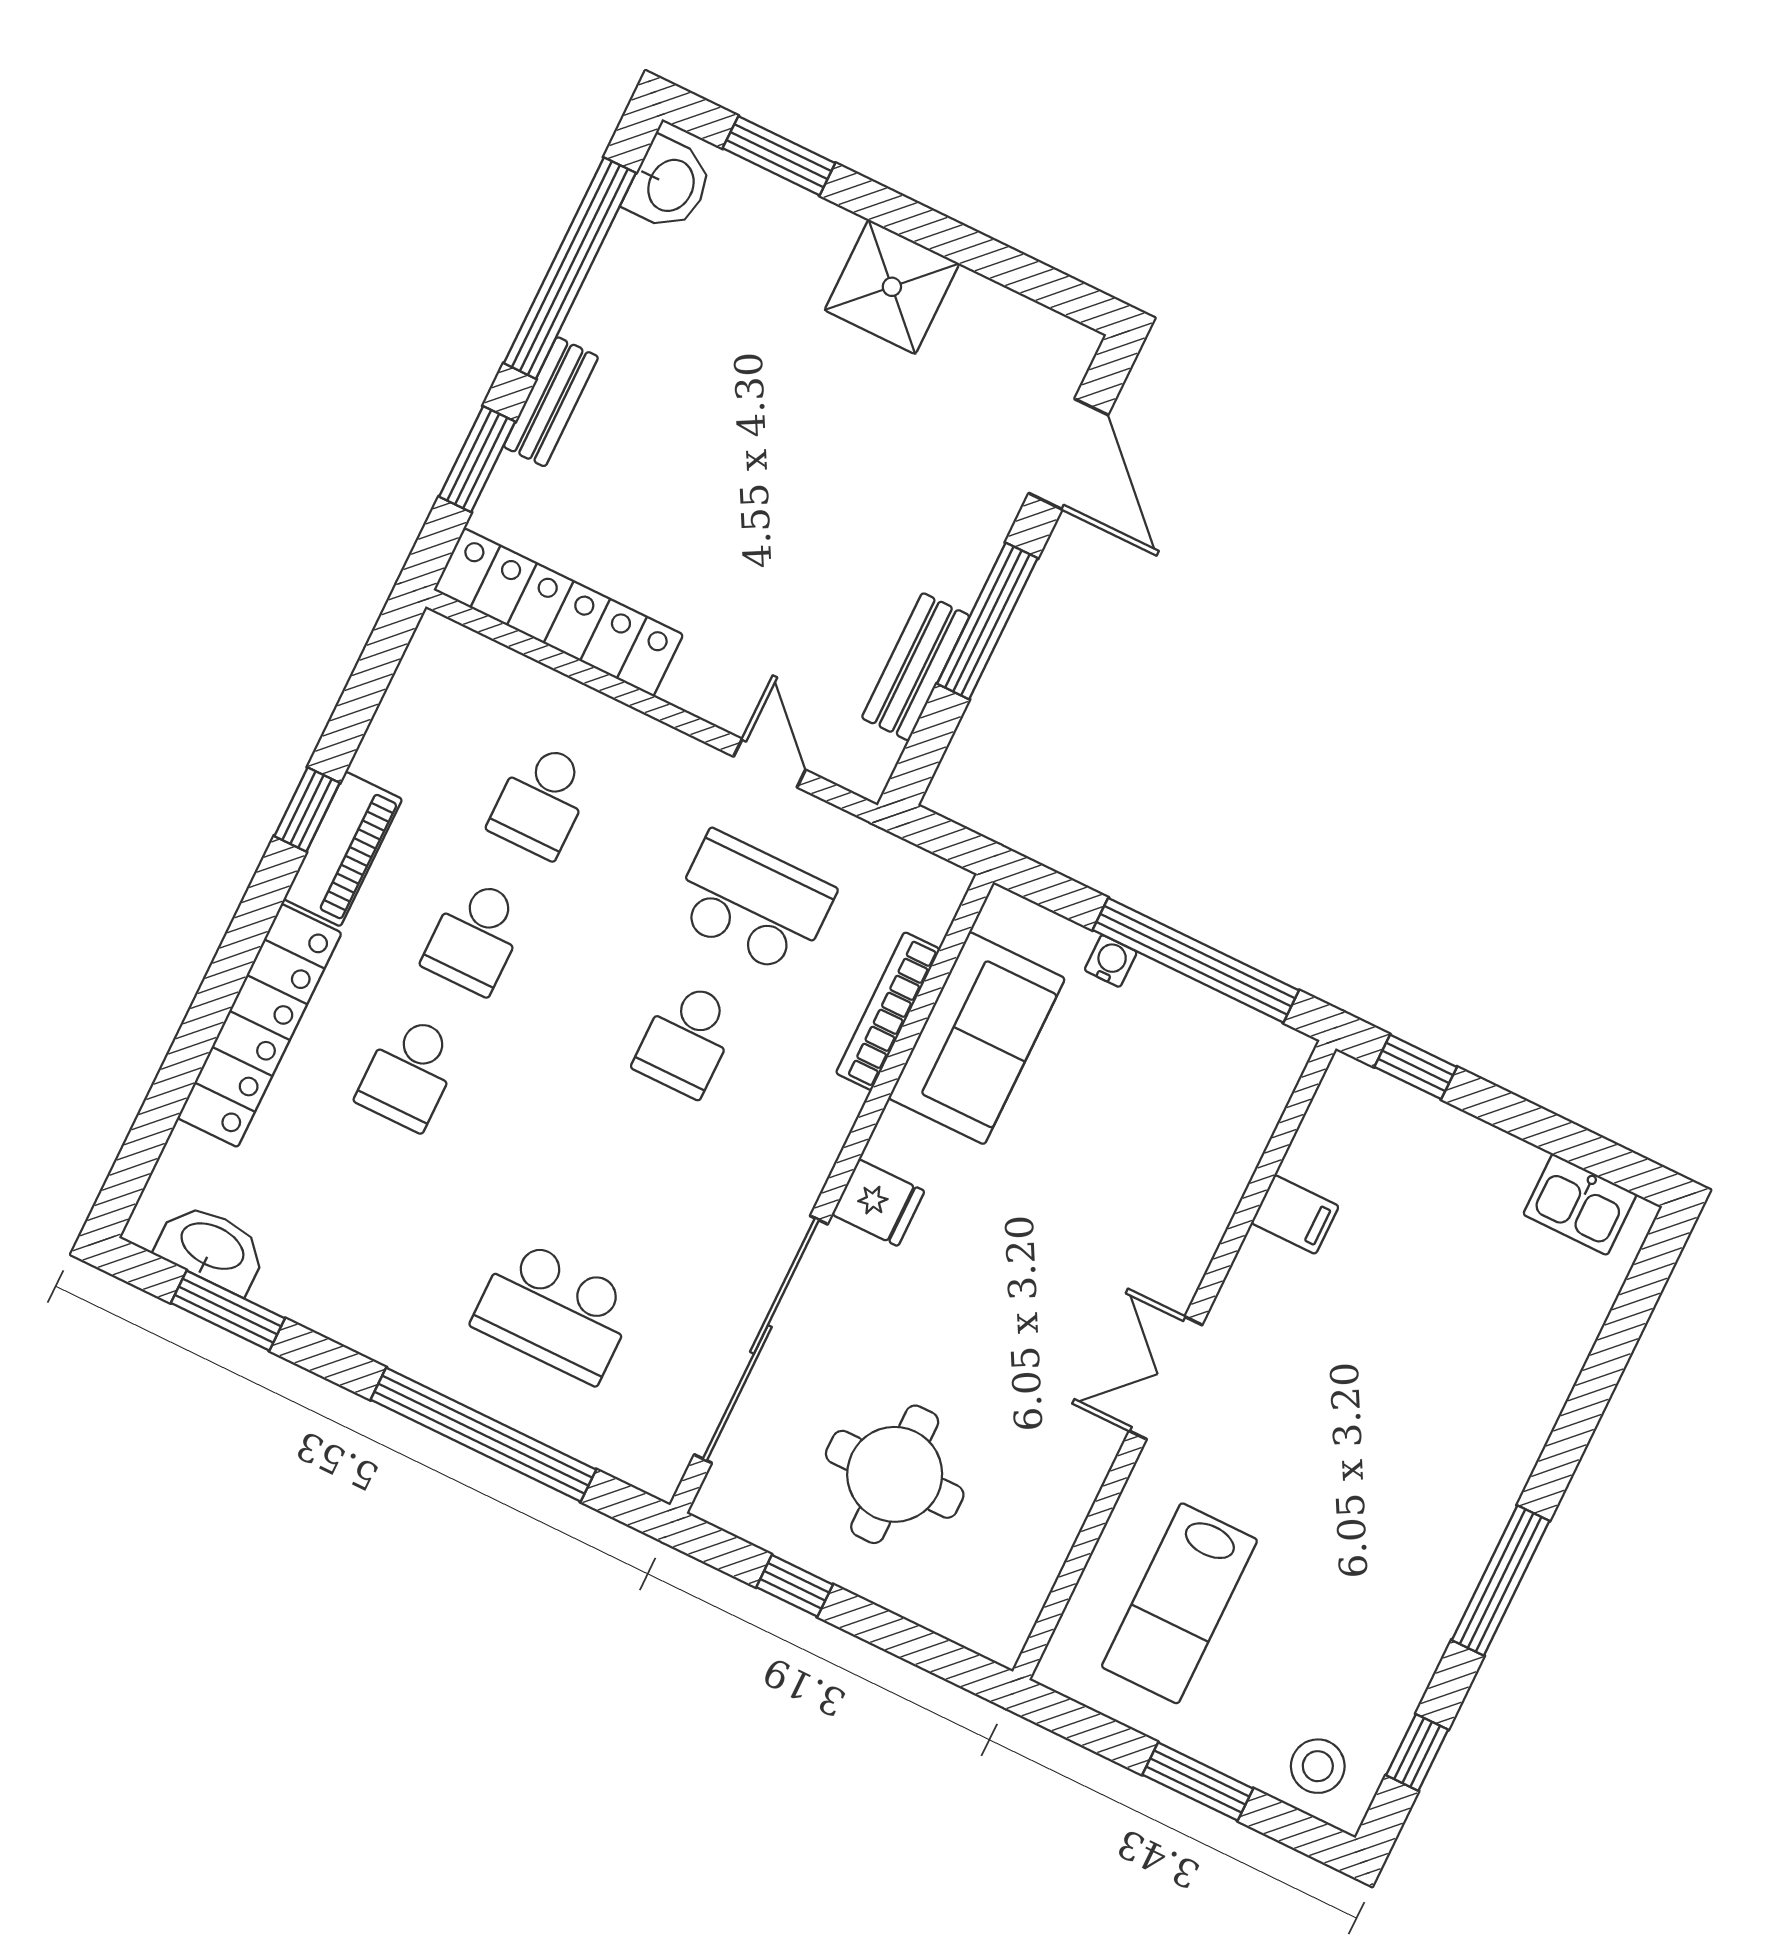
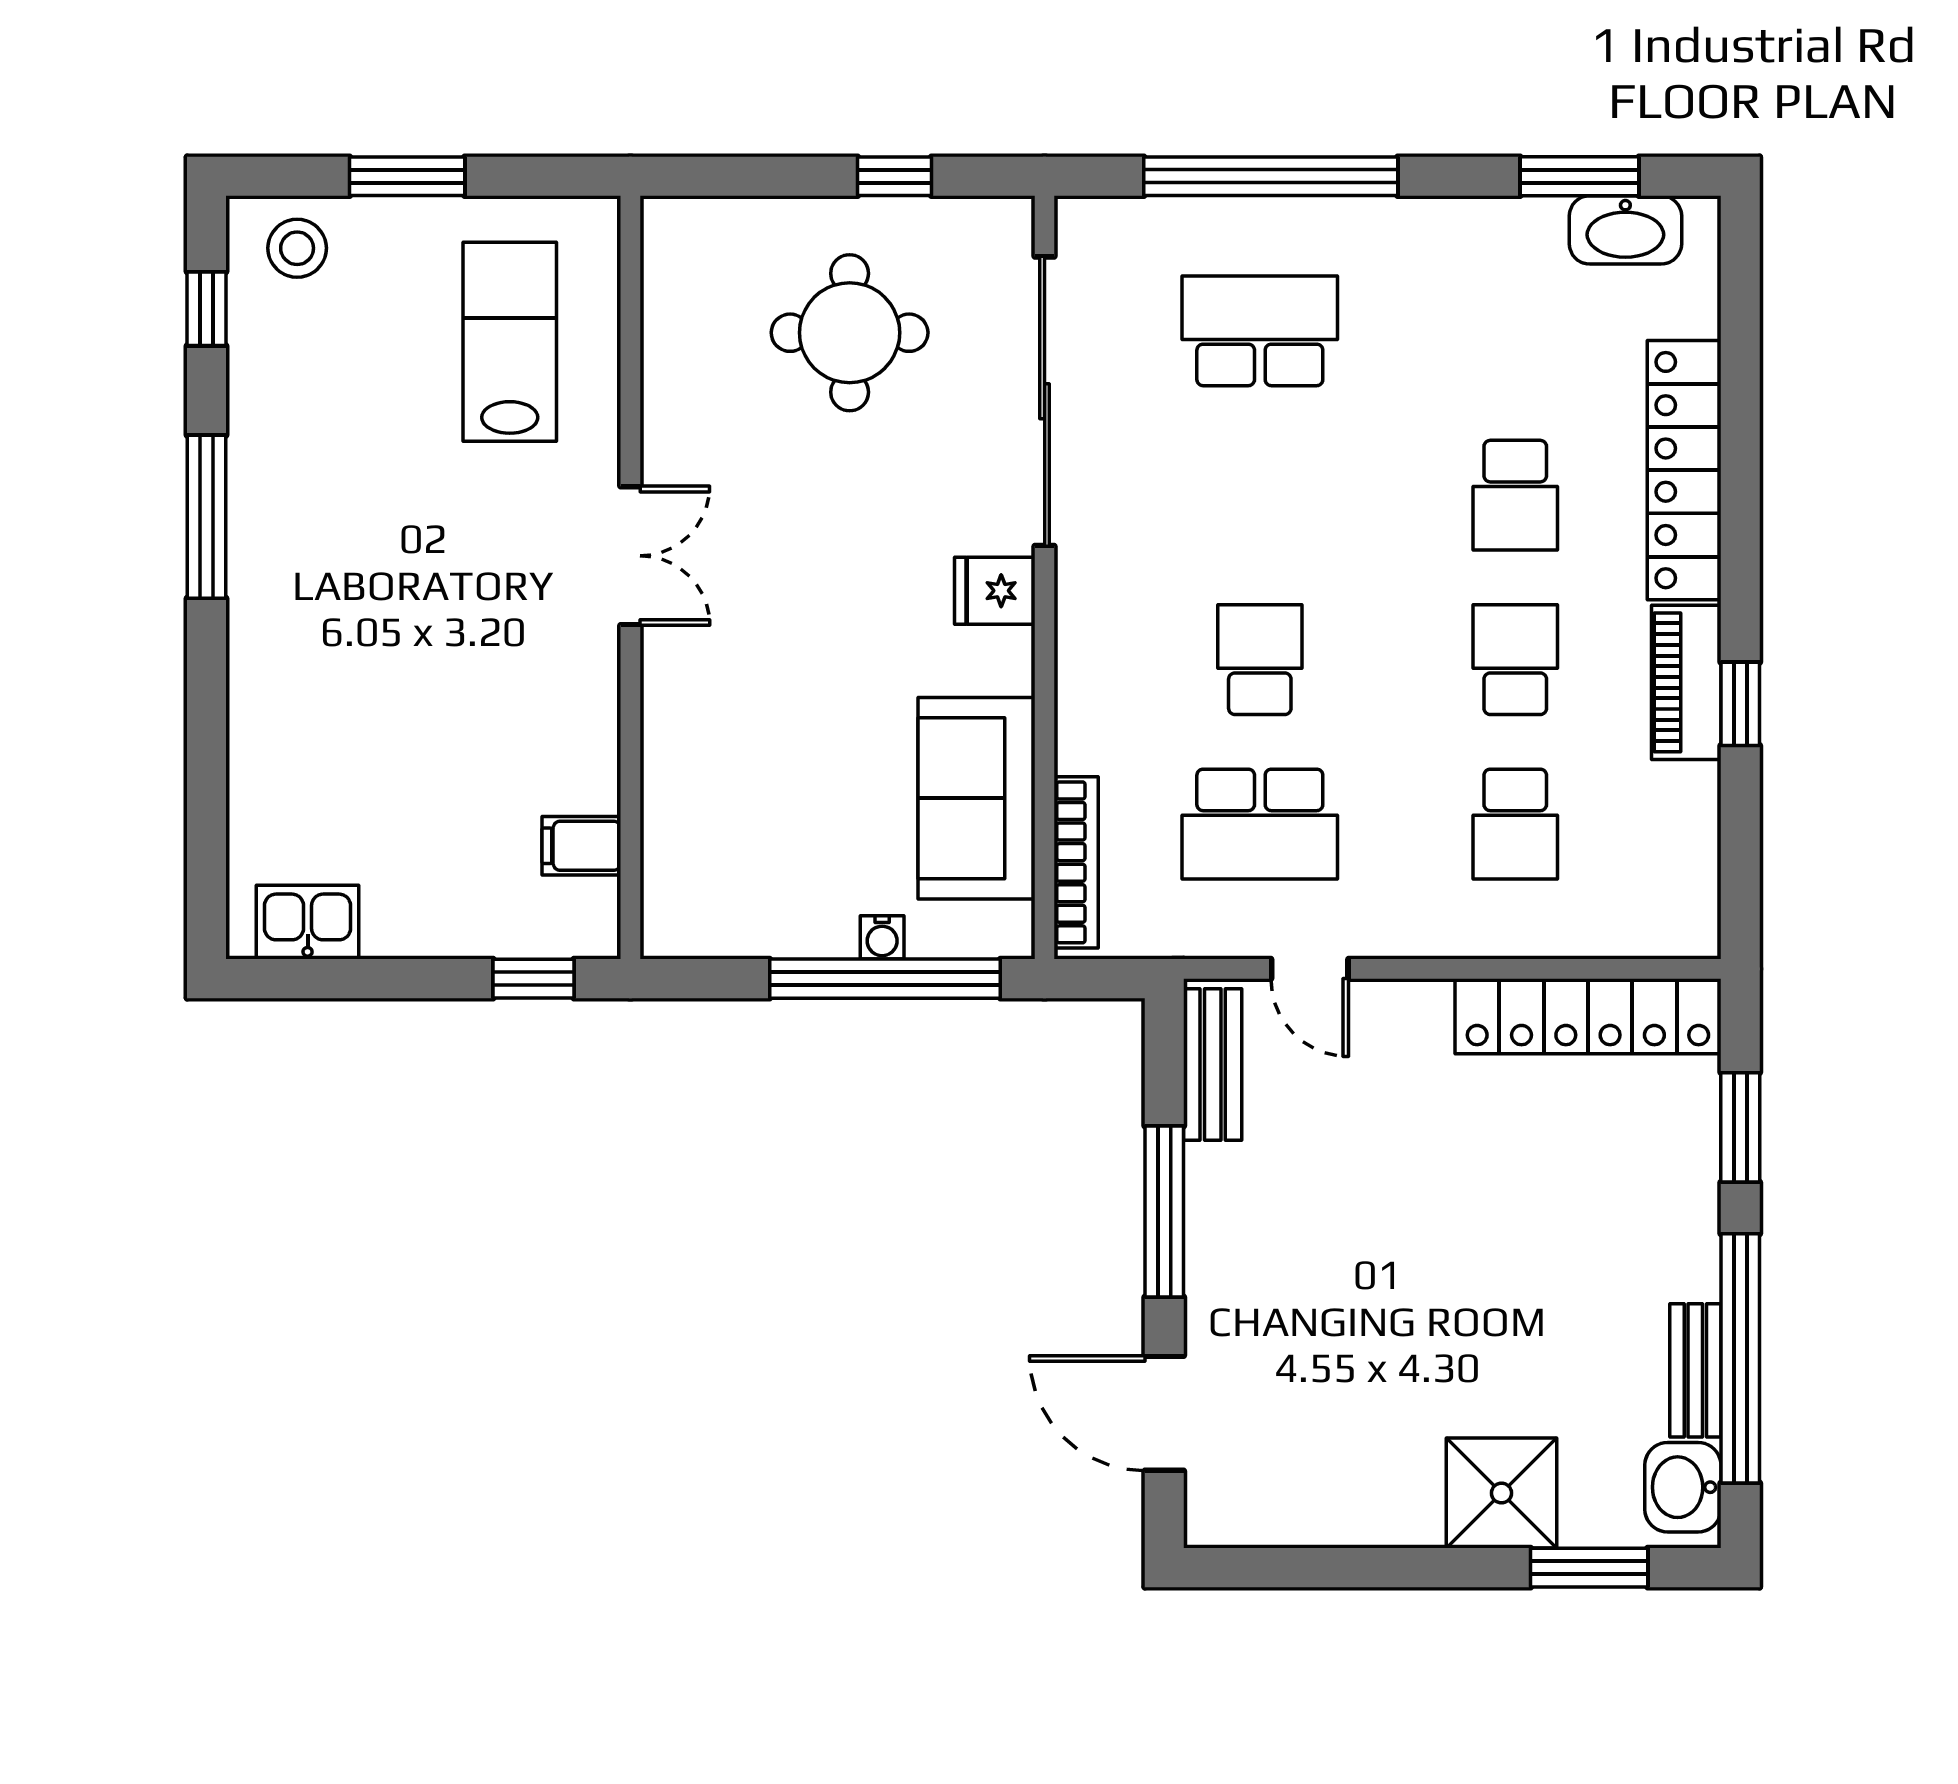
shower: (892, 287) -> (1501, 1493), moved
bench: (551, 402) -> (1695, 1370), moved
bench: (916, 667) -> (1213, 1064), moved
school desk: (541, 801) -> (1515, 824), turned 180
window: (1196, 960) -> (885, 979), moved
bookcase: (888, 1011) -> (1076, 862), moved
school desk: (409, 1073) -> (1515, 495), turned 180
filing cabinet: (1295, 1215) -> (581, 846), moved

